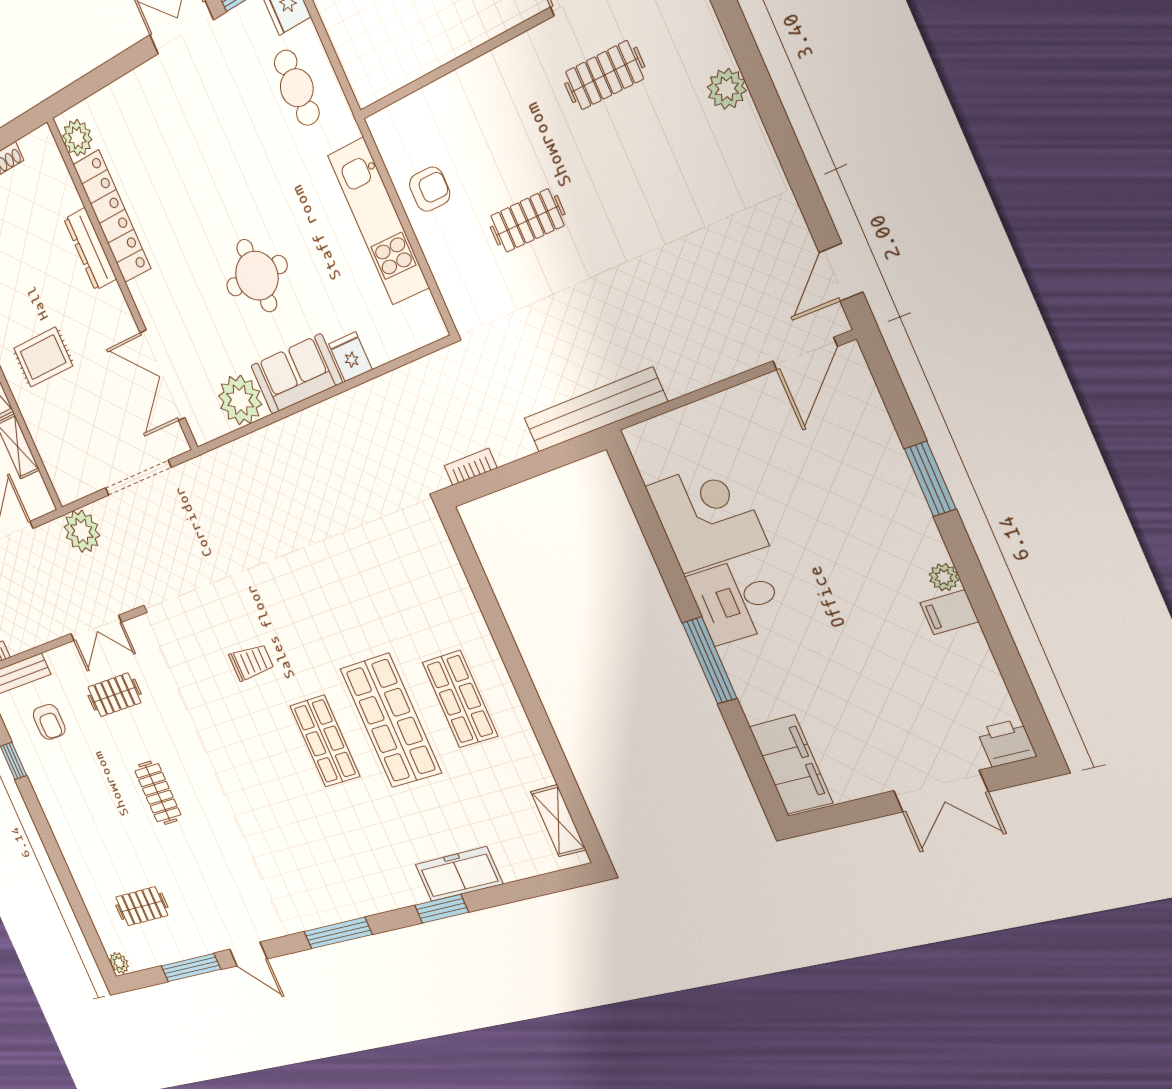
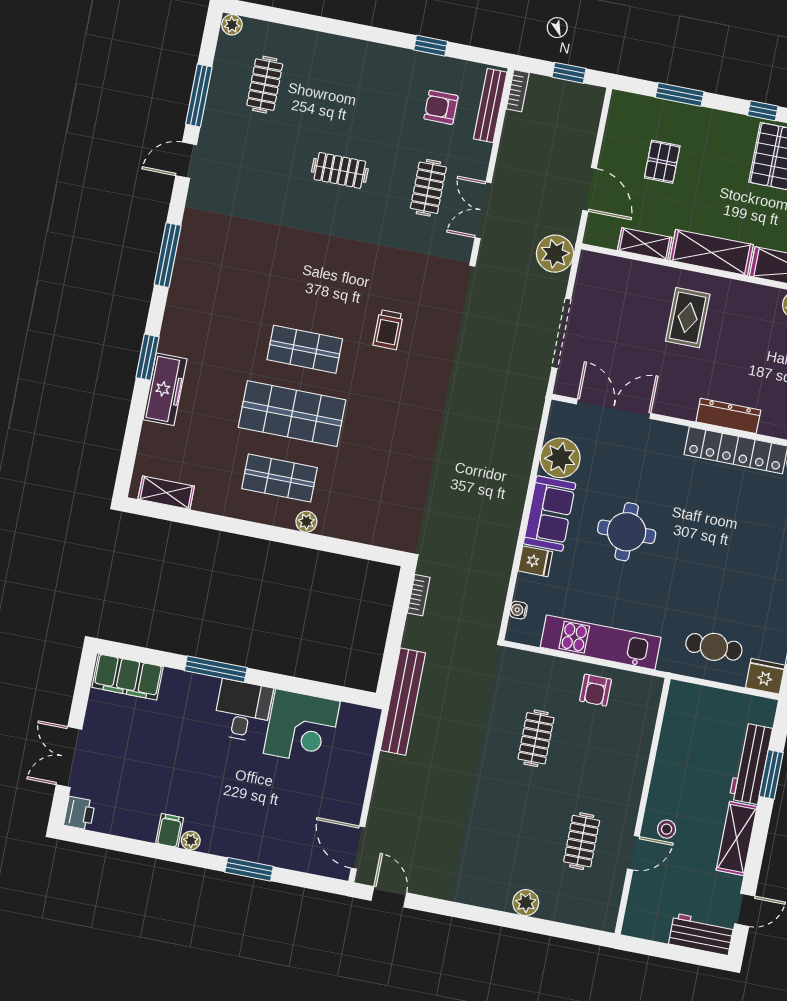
water cooler: (409, 341) -> (518, 610), added
plant: (482, 643) -> (306, 522), added

